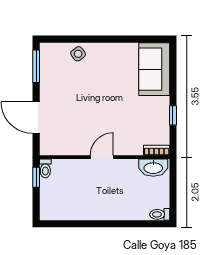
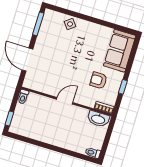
armchair: (138, 117) -> (98, 80), added
window: (36, 177) -> (9, 119), moved

